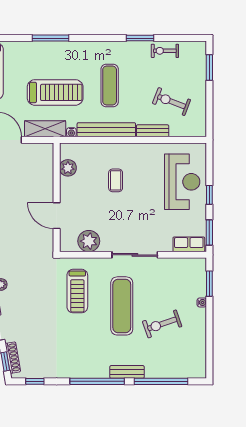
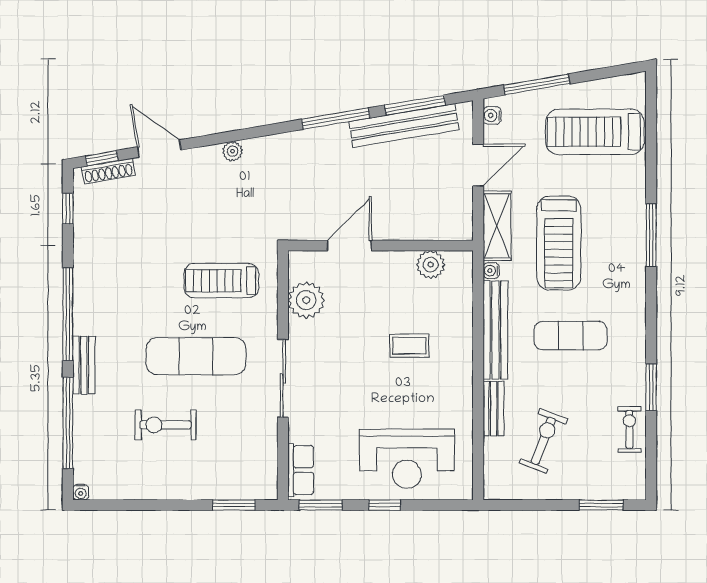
water cooler: (202, 302) -> (81, 492), moved
exercise bike: (162, 324) -> (165, 425), turned -71

